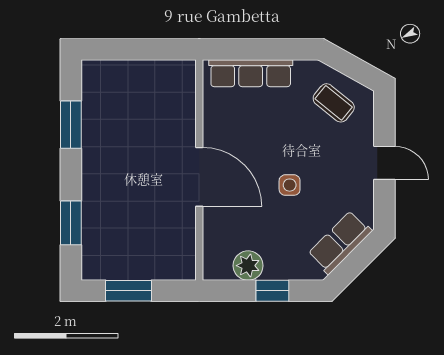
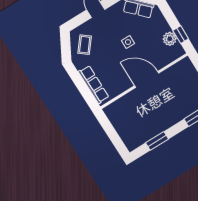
door: (199, 177) -> (147, 79), hinge flipped
window: (272, 291) -> (181, 35), moved

